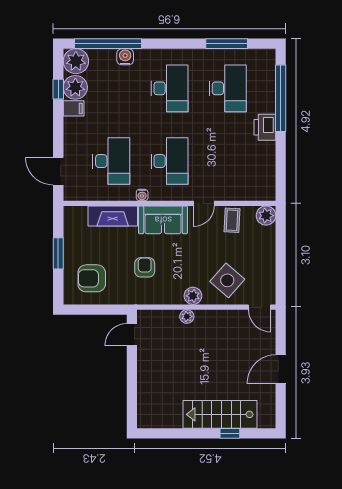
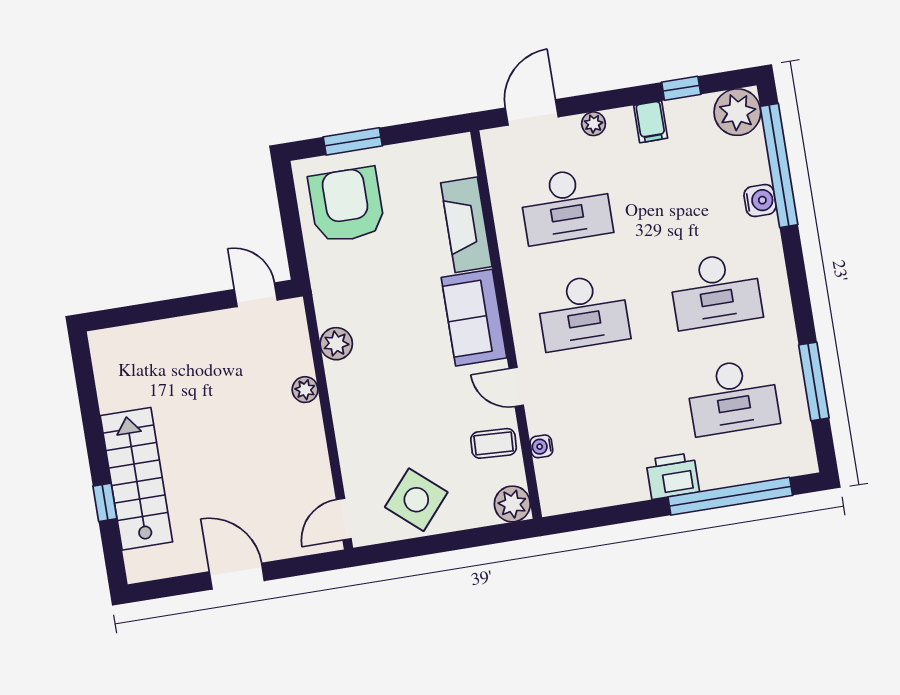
plant: (75, 87) -> (594, 124), moved, width x0.53, depth x0.53
water cooler: (142, 195) -> (541, 446), moved
window: (58, 253) -> (353, 141), moved
armchair: (145, 267) -> (382, 298), removed
armchair: (92, 278) -> (347, 205), width x1.36, depth x1.36
side table: (227, 280) -> (416, 500), moved
plant: (193, 296) -> (336, 344), moved

